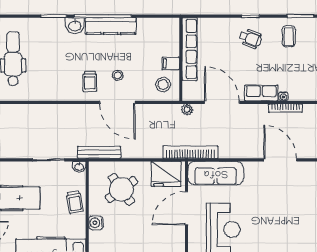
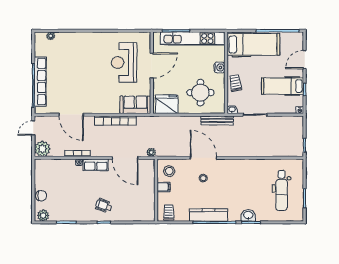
washbasin: (75, 26) -> (248, 215), moved
coffee table: (289, 36) -> (75, 207), removed
row of seats: (190, 49) -> (149, 198), removed
trolley: (90, 81) -> (169, 213), moved
bookcase: (190, 152) -> (116, 120), moved
door: (280, 160) -> (71, 115), moved
sofa: (216, 173) -> (135, 105), width x0.73
round table: (121, 189) -> (200, 93), turned 36
door: (186, 208) -> (152, 65), moved

